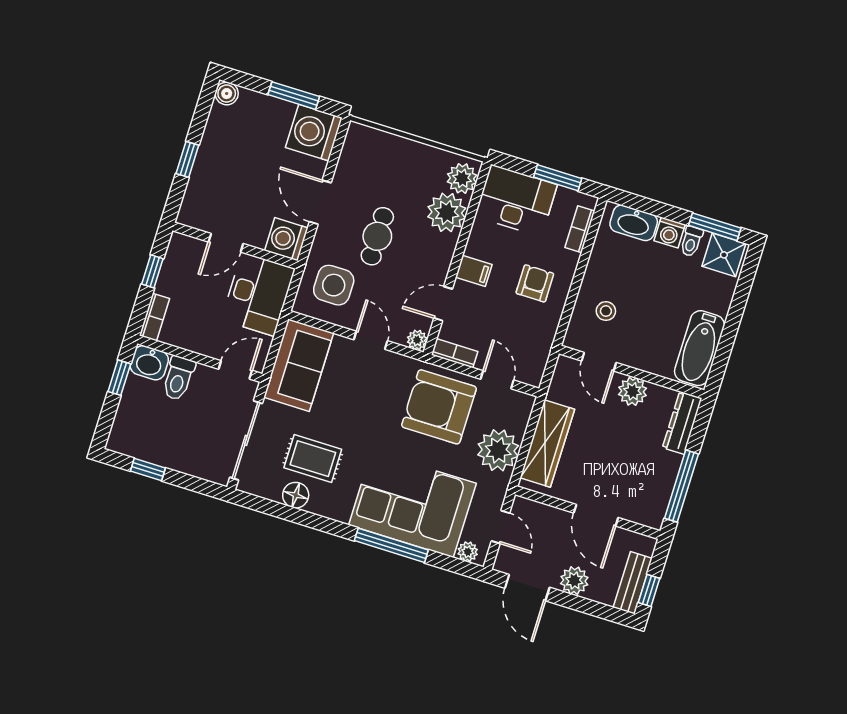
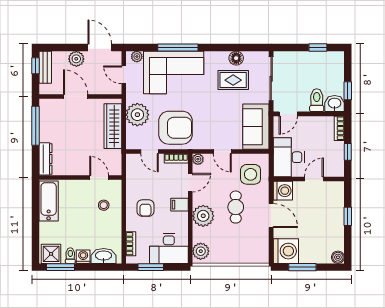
plant: (447, 212) -> (203, 216), moved
plant: (633, 391) -> (77, 167), removed

